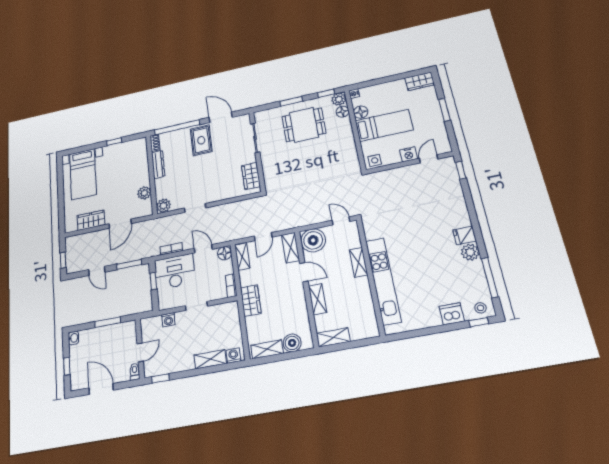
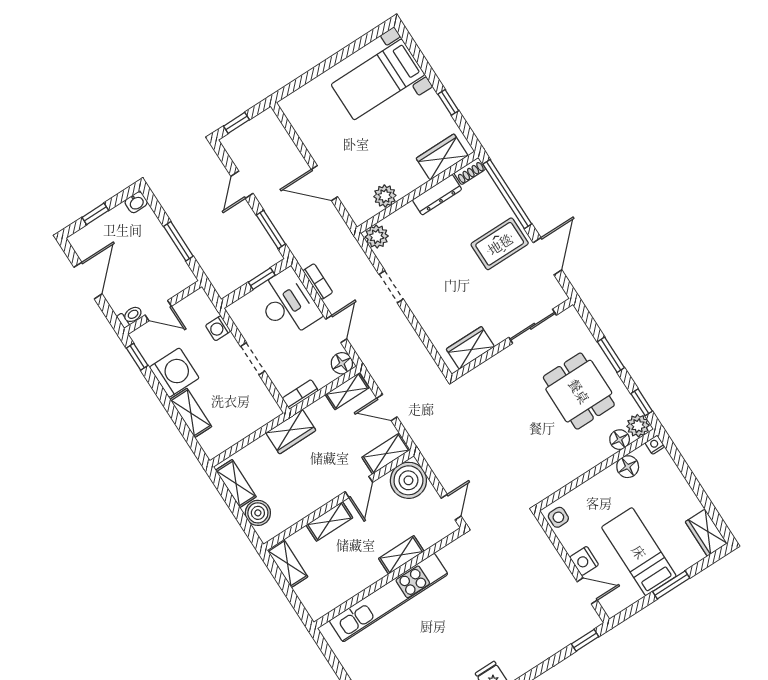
bed: (384, 125) -> (639, 552), moved, turned 180
wardrobe: (91, 220) -> (442, 157), moved, turned -90
washing machine: (233, 356) -> (174, 373), moved, width x1.89, depth x1.89

